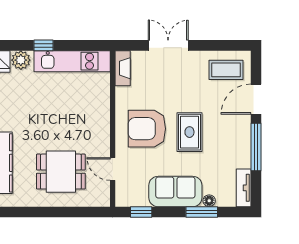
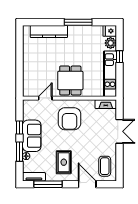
armchair: (147, 129) -> (69, 119), turned 180
rug: (189, 132) -> (64, 162), moved, turned 90
window: (256, 147) -> (48, 184), moved
dining table: (61, 172) -> (70, 80), moved
window: (141, 212) -> (19, 127), moved

